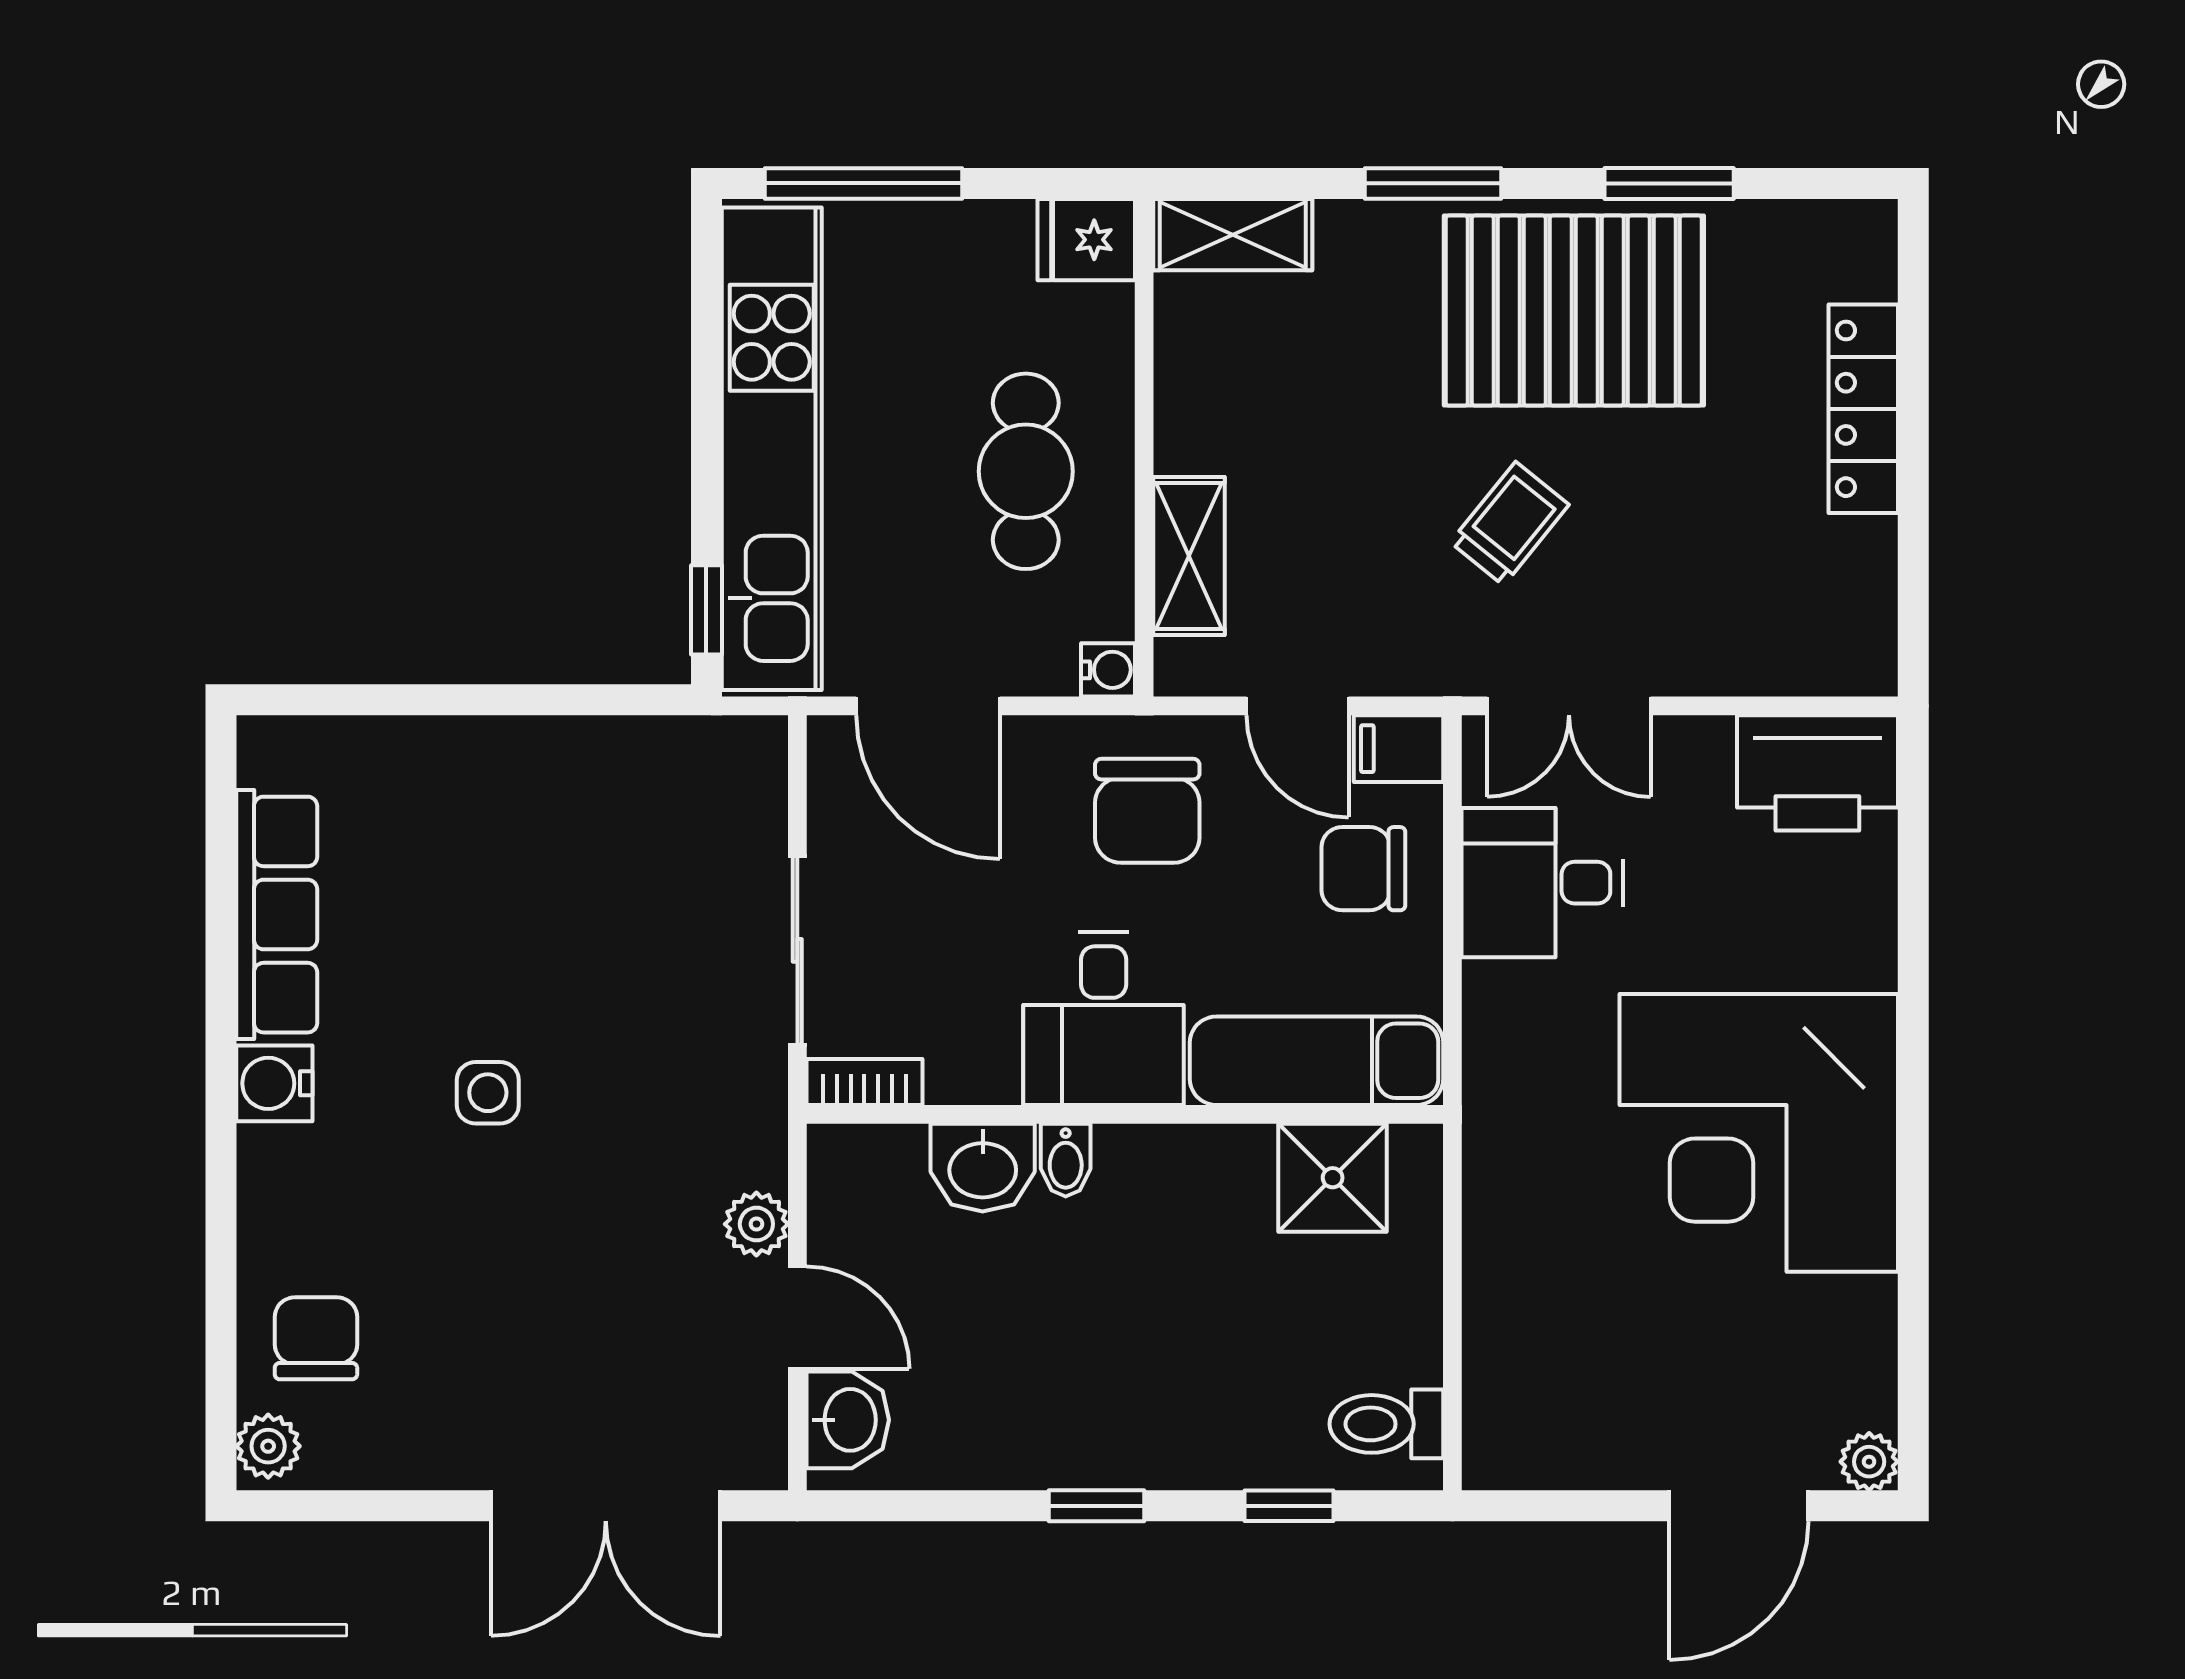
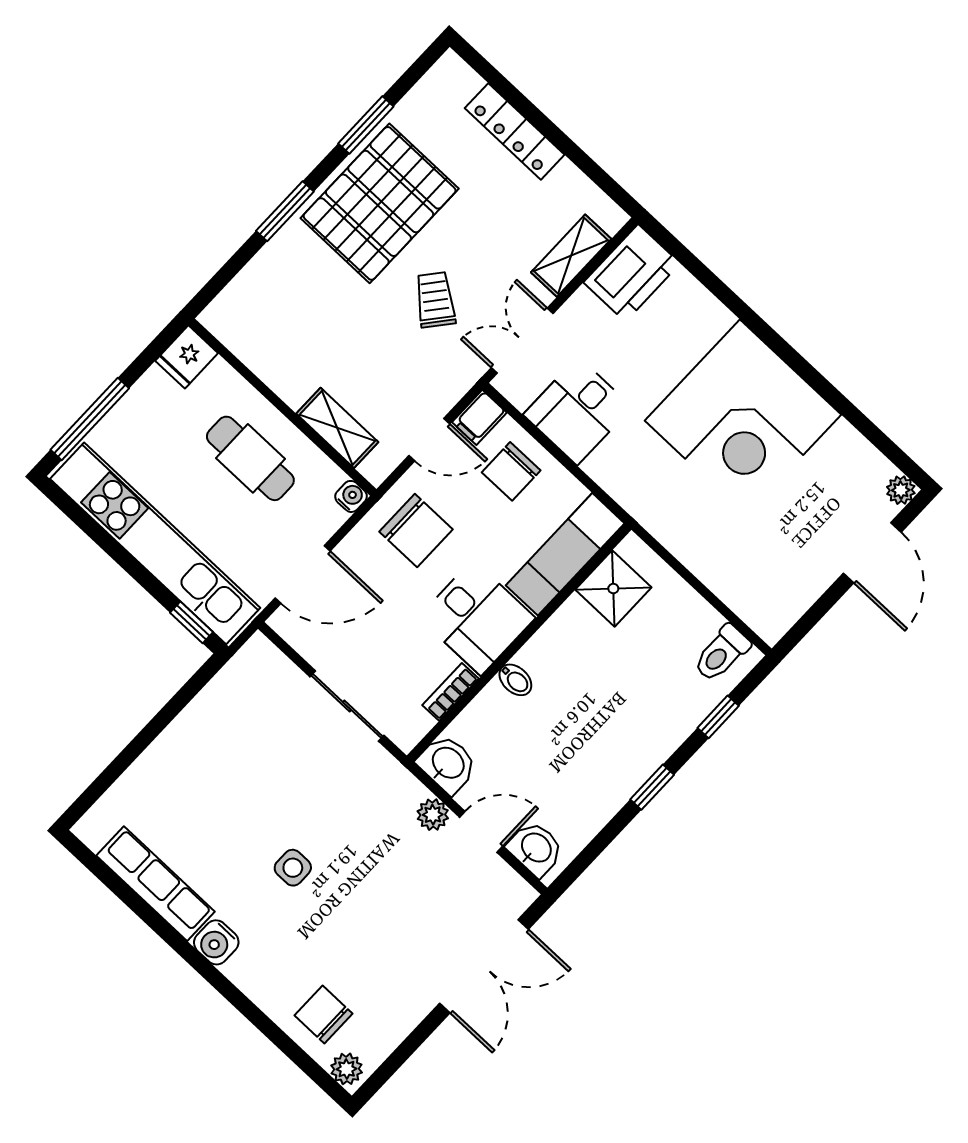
shelving: (1233, 235) -> (571, 256), moved
double door: (1569, 706) -> (522, 341), swing flipped
bookcase: (864, 1082) -> (451, 692), moved
washbasin: (983, 1168) -> (447, 764), moved, turned -90

